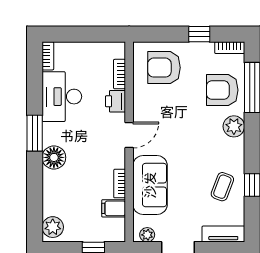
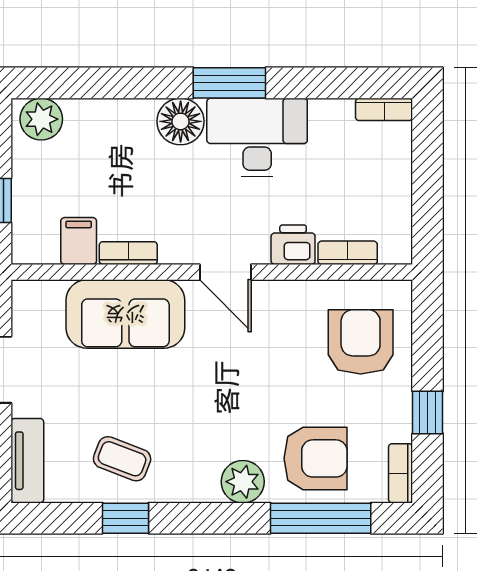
armchair: (222, 90) -> (316, 458), turned 90
desk: (62, 97) -> (257, 137), moved
plant: (147, 235) -> (26, 308), removed

